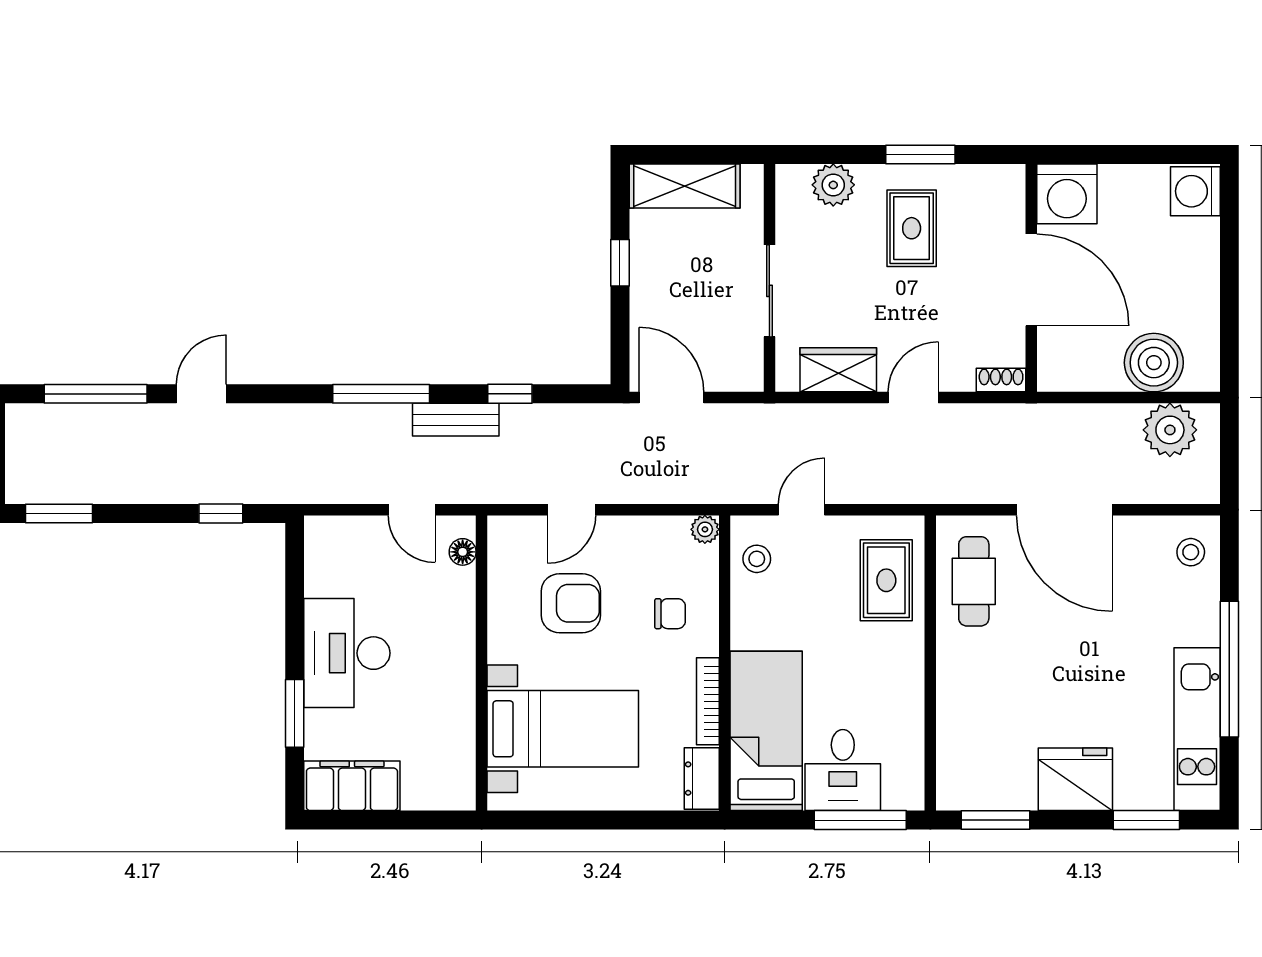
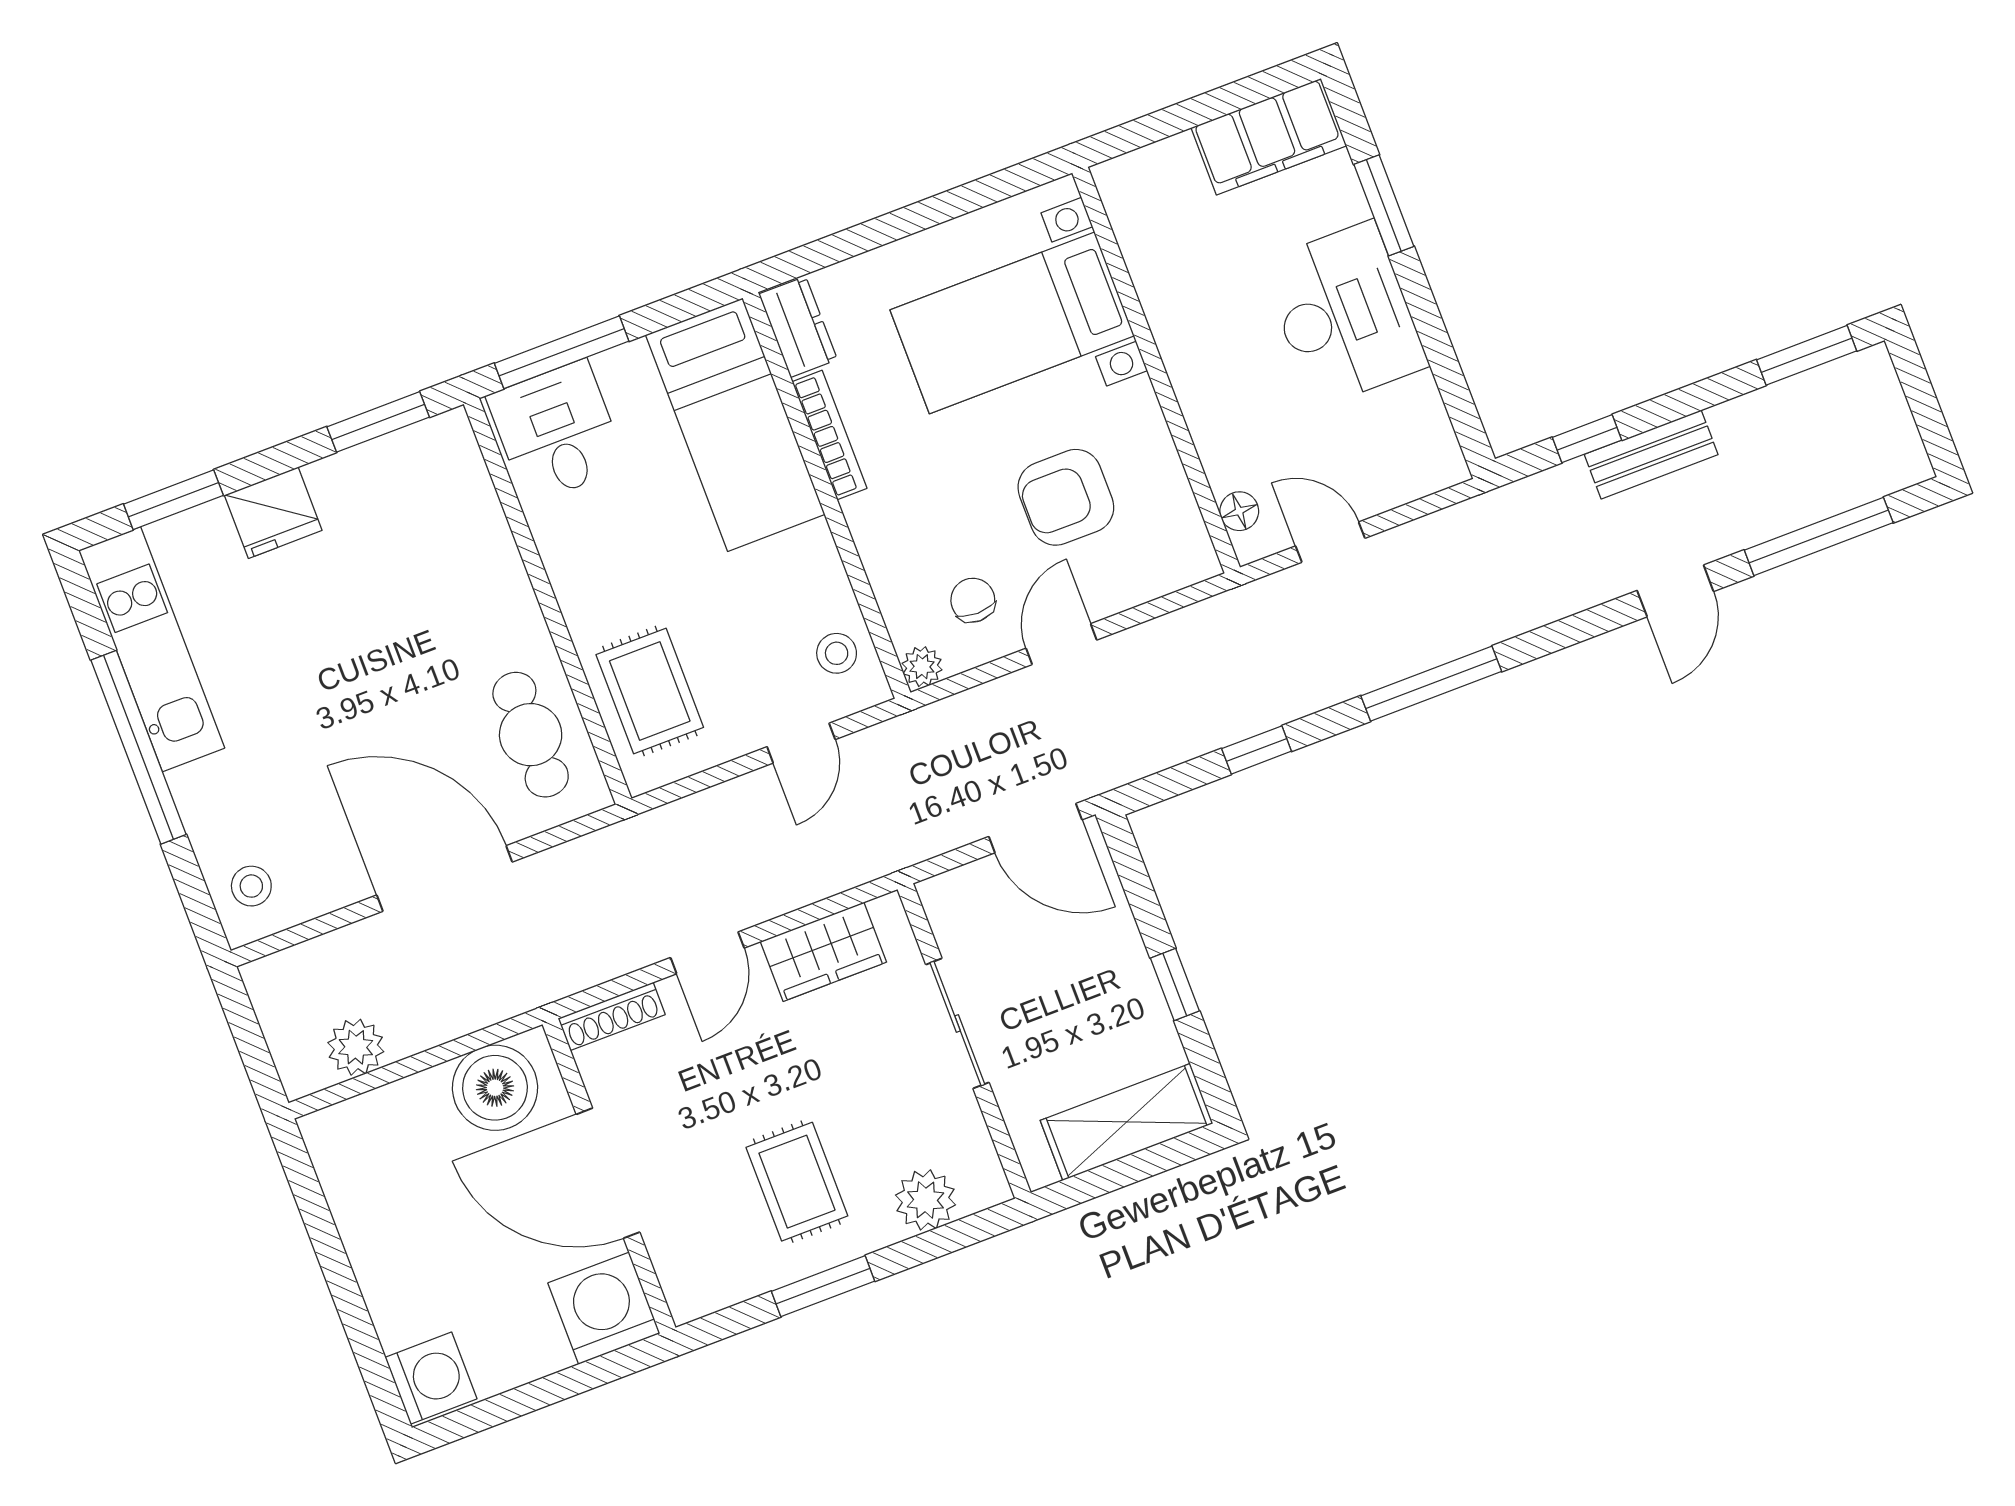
boiler: (1154, 363) -> (495, 1088), moved
shoe rack: (1001, 380) -> (612, 1016), width x1.43
bench: (456, 420) -> (1651, 454), moved
plant: (1170, 430) -> (356, 1047), width x0.73, depth x0.73
door: (572, 510) -> (1061, 644), moved
chair: (670, 614) -> (973, 600), moved, turned 90
desk: (843, 770) -> (557, 432), moved
fridge: (1075, 779) -> (273, 513), width x0.73, depth x0.75

